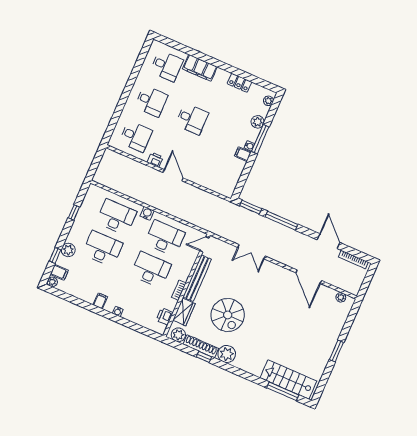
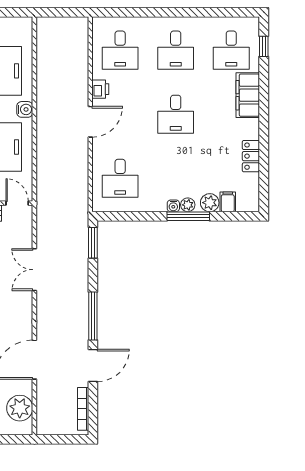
window: (173, 44) -> (264, 46), added
plant: (268, 101) -> (188, 205), moved
filing cabinet: (243, 154) -> (228, 202), moved
desk: (217, 172) -> (120, 178), added
window: (281, 221) -> (93, 316), moved
plant: (341, 297) -> (20, 408), width x1.87, depth x1.87

